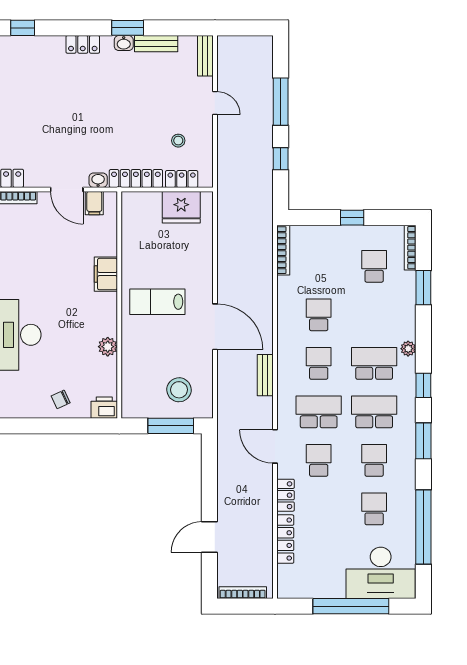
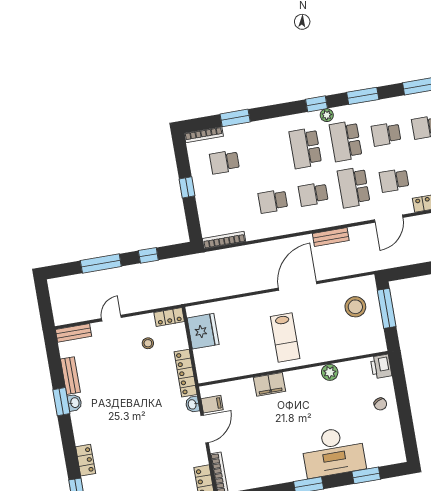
locker: (83, 44) -> (86, 460), moved
locker: (182, 179) -> (169, 317), moved, turned -90
plant: (408, 349) -> (327, 115), moved

